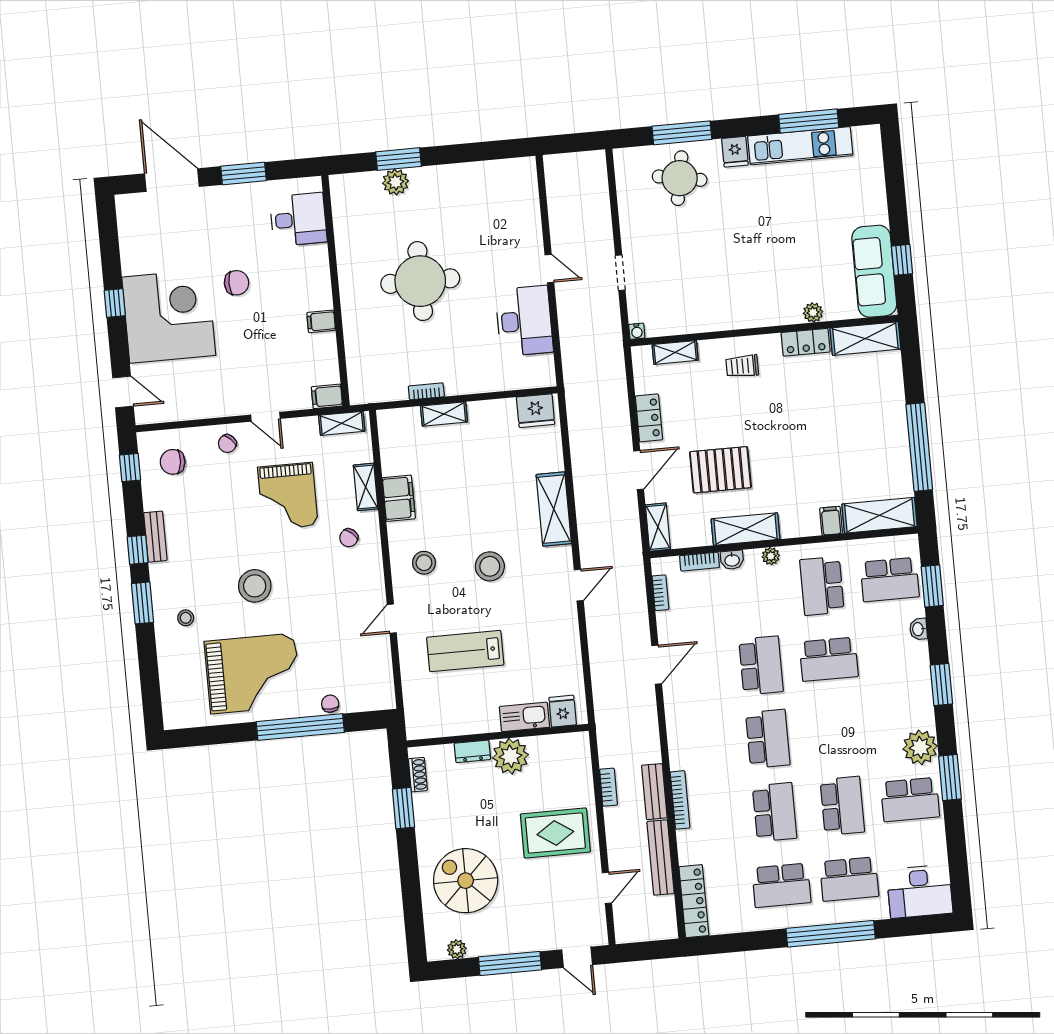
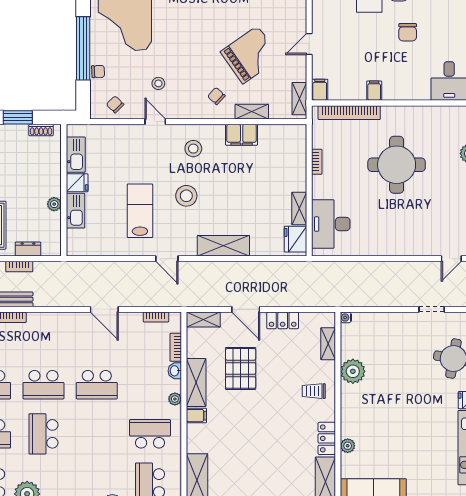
door: (549, 269) -> (451, 259), moved
doorway: (620, 273) -> (432, 309), moved
plant: (710, 315) -> (353, 371), added
desk: (524, 321) -> (331, 224), moved, turned 90
bookcase: (355, 353) -> (349, 113), added
trolley: (742, 366) -> (314, 391), turned -90
shelving: (444, 414) -> (299, 208), moved
chair: (227, 444) -> (115, 104), moved
grand piano: (288, 496) -> (250, 55), turned 145
filing cabinet: (831, 521) -> (196, 416), moved
stool: (255, 586) -> (158, 83), moved, width x0.53, depth x0.53
lab bench: (465, 651) -> (140, 211), moved
school desk: (829, 659) -> (43, 434), moved
fridge: (563, 711) -> (77, 183), moved
kitchen sink: (447, 724) -> (76, 155), added
dresser: (472, 751) -> (28, 249), moved, turned 90
plant: (510, 756) -> (54, 204), width x0.53, depth x0.53

